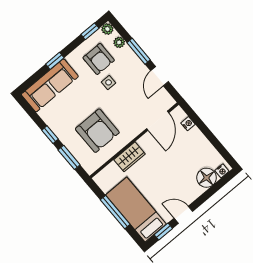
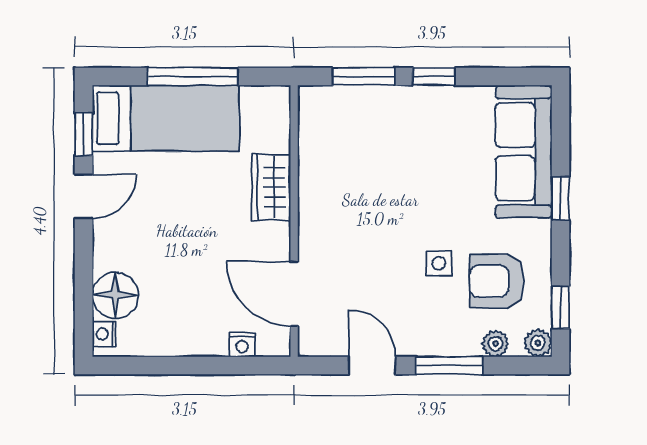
armchair: (97, 131) -> (368, 169), removed

